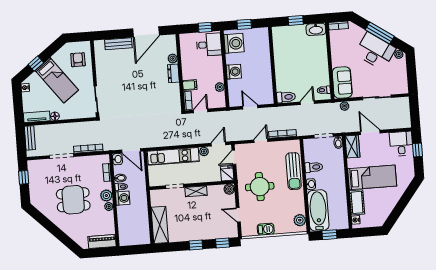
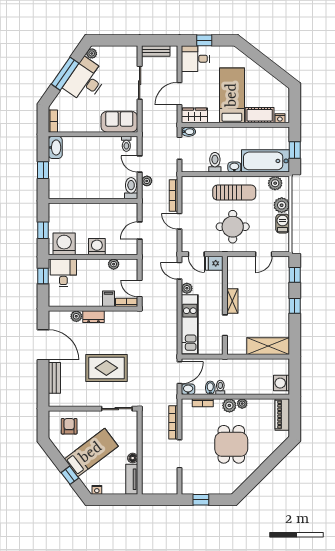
armchair: (78, 60) -> (69, 426), turned 90
rug: (130, 88) -> (106, 368), added
plant: (344, 106) -> (147, 181), moved
bench: (30, 138) -> (156, 51), moved
sun lounger: (294, 171) -> (234, 193), moved
boiler: (229, 189) -> (233, 262), removed
washing machine: (123, 198) -> (281, 383), moved, turned -90
plant: (281, 227) -> (282, 205), added

